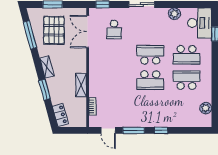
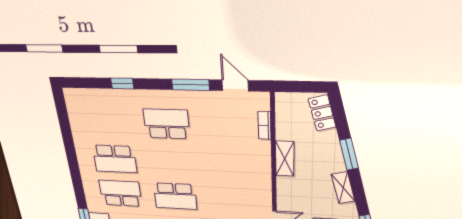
school desk: (150, 80) -> (167, 124), moved
plant: (206, 108) -> (77, 117), removed
window: (161, 130) -> (122, 84), moved

